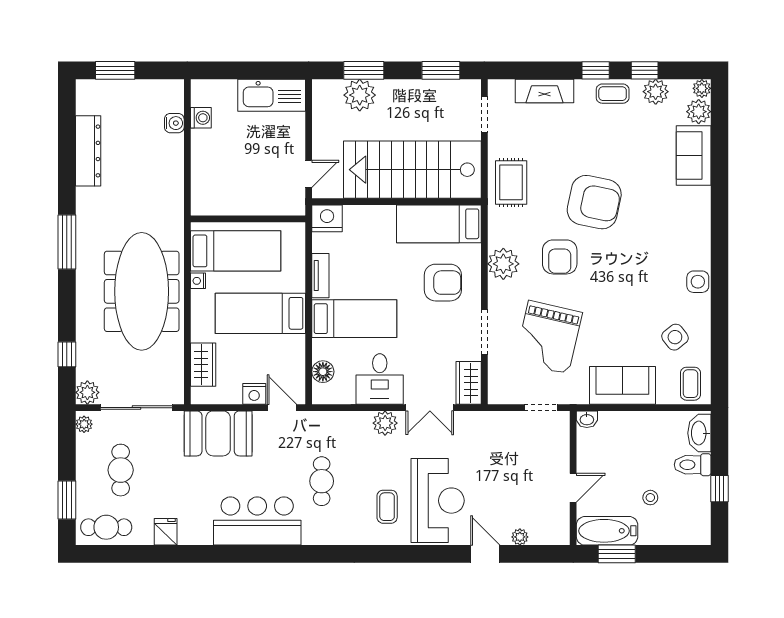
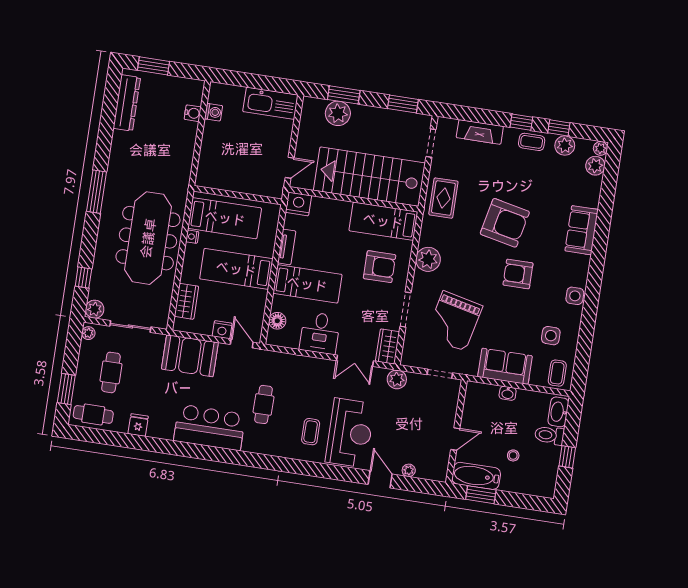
dresser: (88, 151) -> (127, 103), moved
sofa: (694, 155) -> (582, 230), moved
armchair: (560, 257) -> (518, 274), moved, turned 90
side table: (675, 337) -> (551, 336), turned 38
sliding door: (136, 408) -> (130, 326), width x0.73
washbasin: (587, 419) -> (508, 393), moved
plant: (385, 423) -> (397, 379), moved

